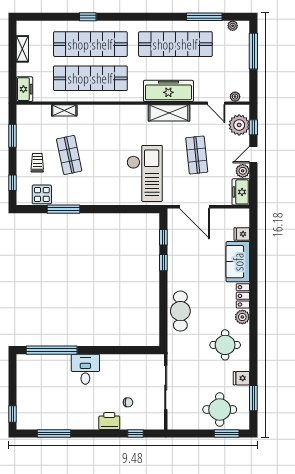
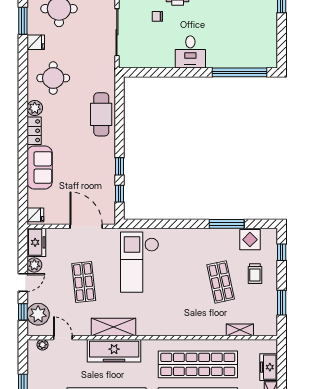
freezer: (25, 89) -> (269, 367), moved
shelving: (64, 110) -> (240, 330), moved
fridge: (242, 234) -> (35, 215), moved
desk: (85, 369) -> (190, 52), moved

